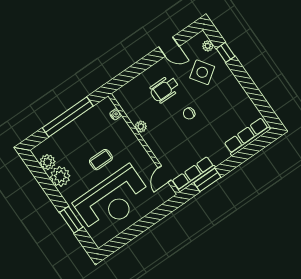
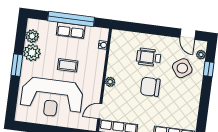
door: (169, 47) -> (188, 34), moved
chair: (189, 113) -> (150, 87), width x1.87, depth x1.87
row of seats: (76, 127) -> (71, 30), added
plant: (141, 127) -> (110, 82), moved
window: (71, 220) -> (17, 65), moved

